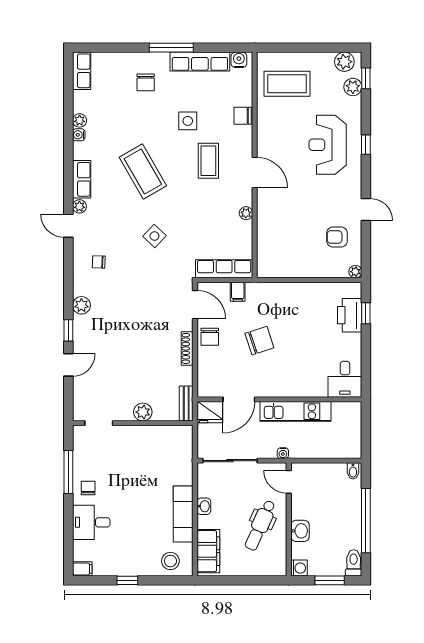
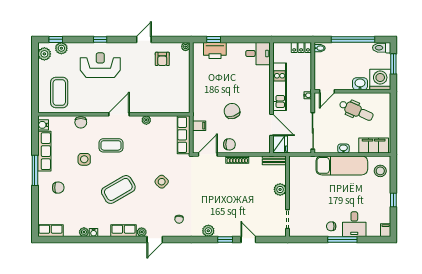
reception desk: (328, 145) -> (100, 65), turned 180
locker: (354, 443) -> (301, 47), added
window: (68, 472) -> (342, 240), moved
exam couch: (183, 514) -> (342, 165), width x1.36, depth x1.45
washing machine: (299, 568) -> (380, 80), width x1.89, depth x1.89

